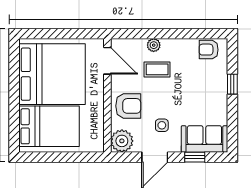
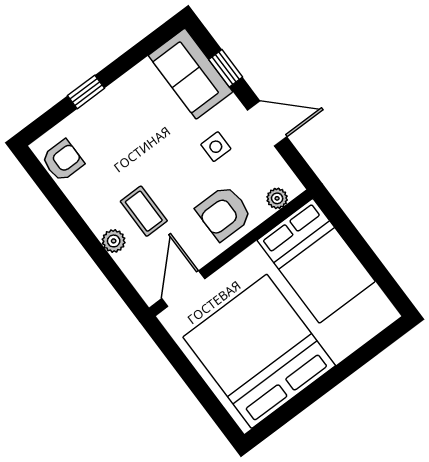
armchair: (209, 50) -> (63, 160), turned -90
armchair: (128, 106) -> (224, 213), turned -90
bed: (49, 126) -> (316, 261), moved, turned 180
plant: (122, 141) -> (277, 198), width x0.53, depth x0.53

